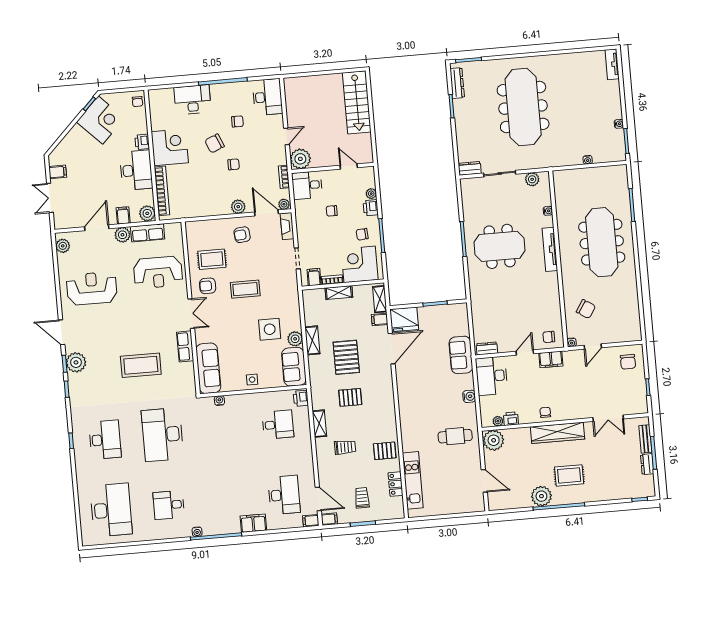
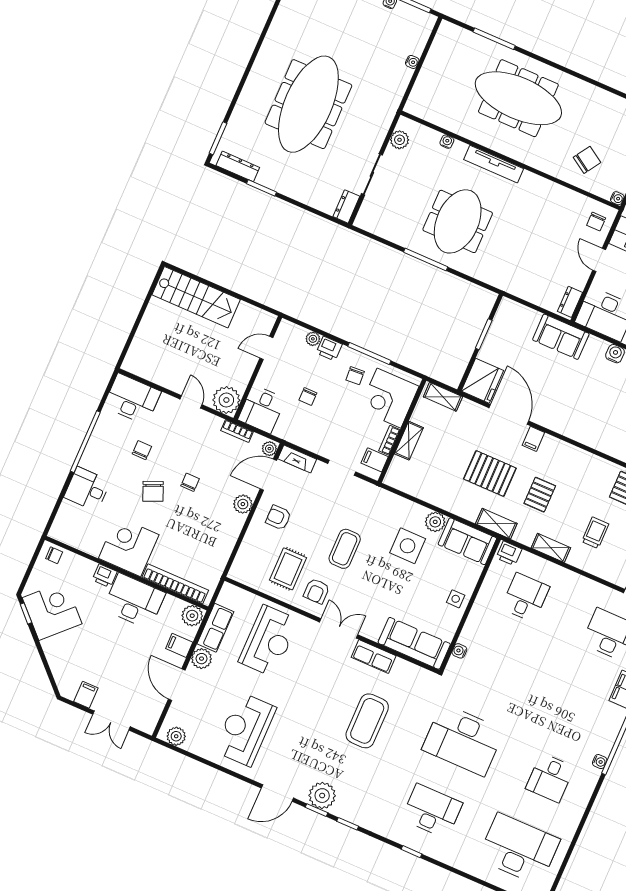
desk: (193, 100) -> (87, 489), width x0.73
meeting table: (523, 107) -> (308, 104), turned 90
armchair: (242, 235) -> (278, 518), turned 96
filing cabinet: (380, 319) -> (533, 439), moved
shelving: (312, 340) -> (496, 524), moved

